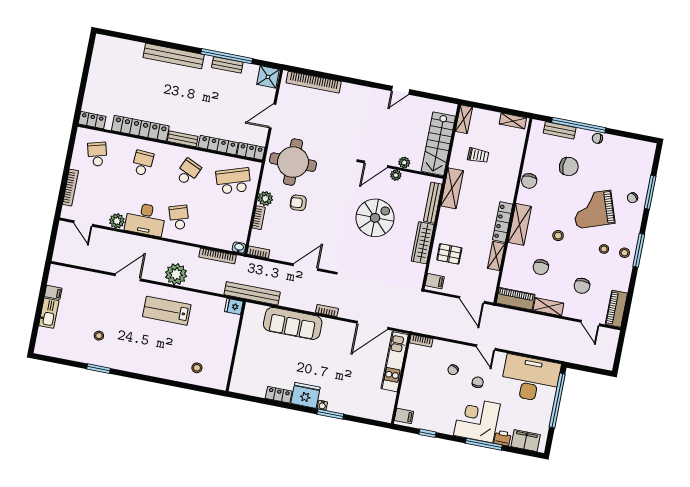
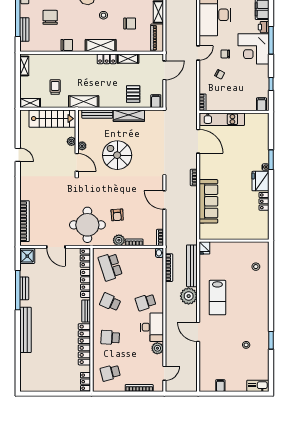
locker: (503, 222) -> (107, 59), width x0.66
bench: (252, 293) -> (192, 266), moved
kitchen sink: (49, 313) -> (258, 386), moved

